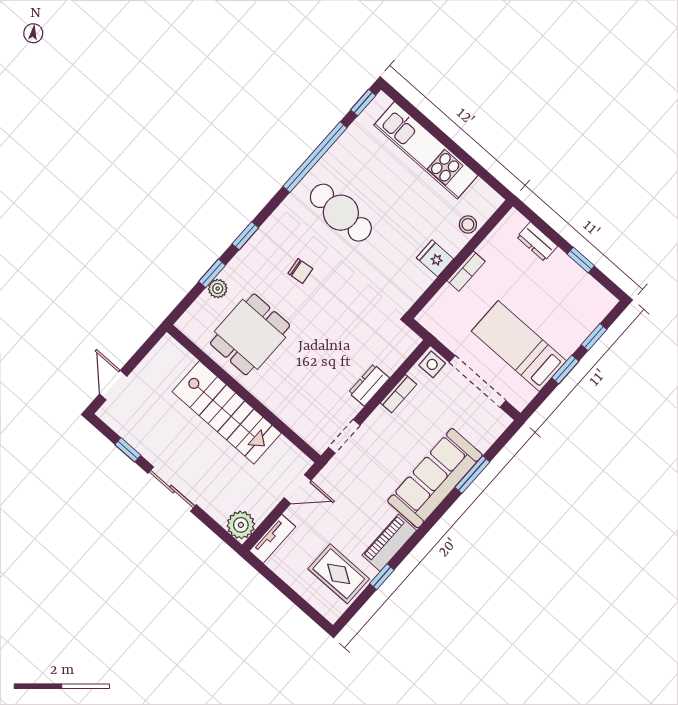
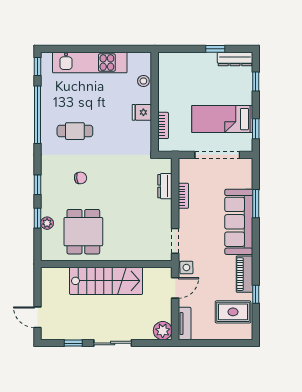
cafe table: (341, 213) -> (75, 131), width x0.73, depth x0.74
dresser: (537, 242) -> (235, 59), moved, width x1.44
bookcase: (466, 271) -> (163, 125), moved
side table: (432, 364) -> (186, 268), moved
window: (565, 369) -> (256, 129), moved
dresser: (369, 385) -> (165, 186), moved

